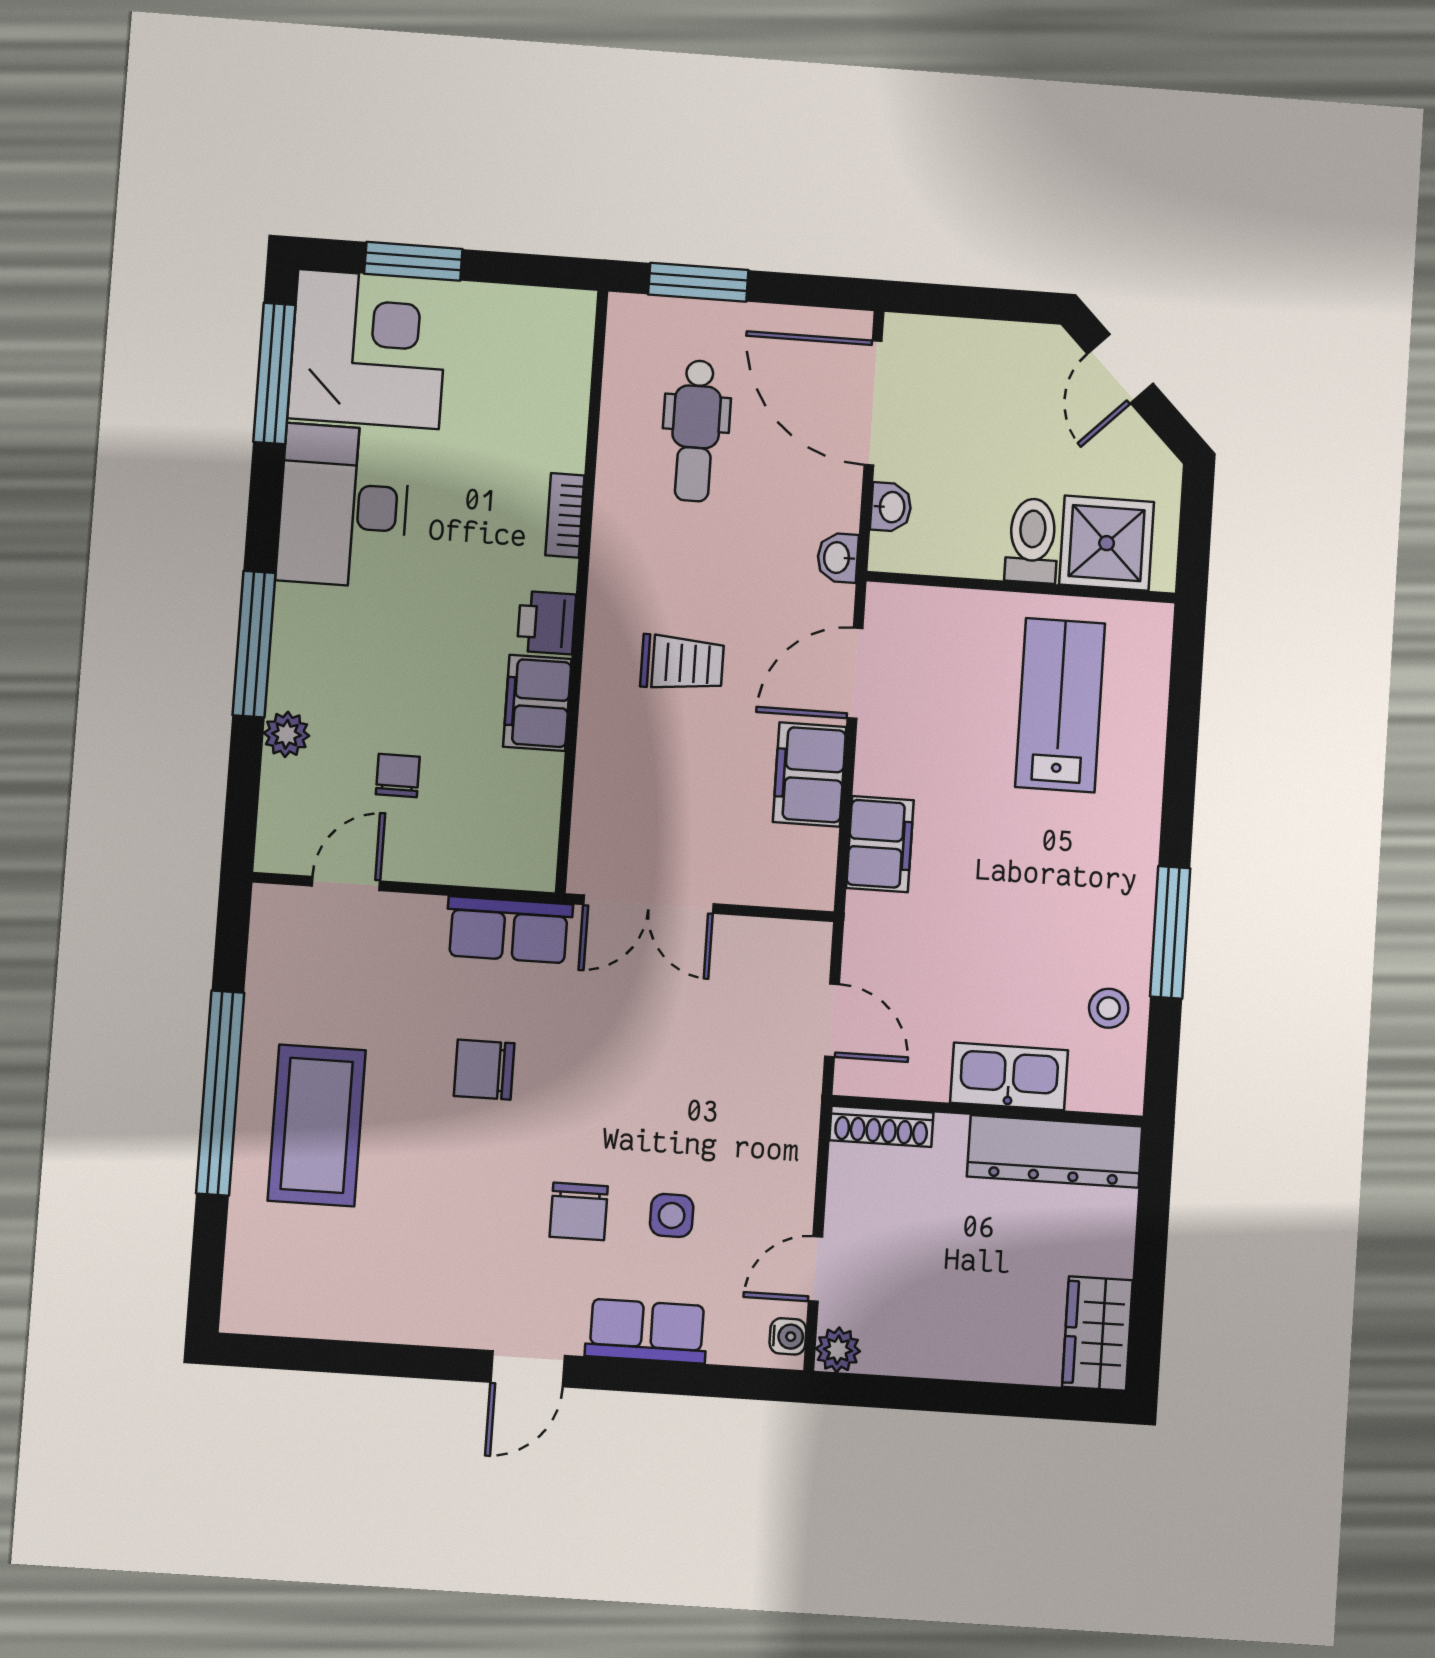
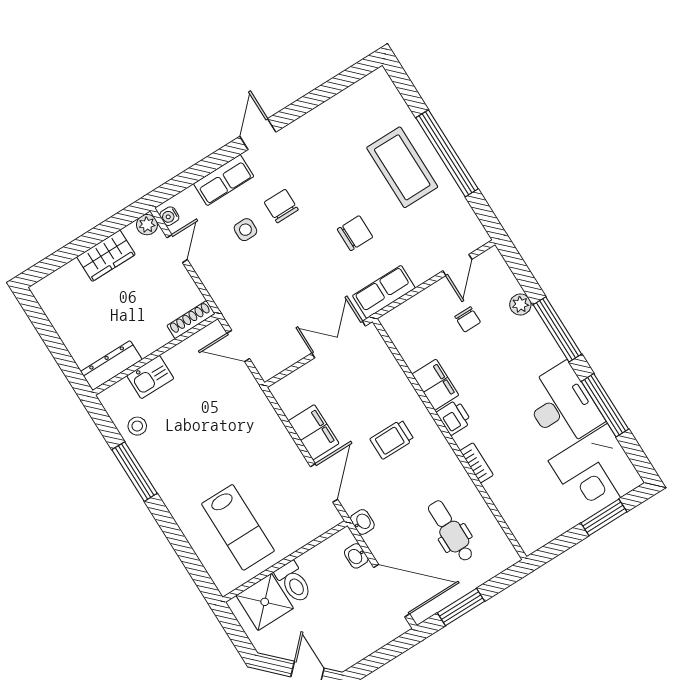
window: (698, 282) -> (461, 607), moved
window: (274, 373) -> (605, 405), moved
filing cabinet: (880, 844) -> (268, 425), removed
kitchen sink: (1009, 1076) -> (150, 377), width x0.73
dresser: (1055, 1151) -> (111, 366), width x0.73, depth x0.80
wardrobe: (1097, 1333) -> (106, 256), moved, turned 90

